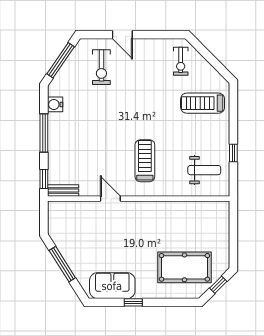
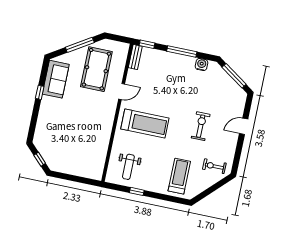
exercise bike: (101, 67) -> (201, 126), moved, turned 90
treadmill: (145, 161) -> (145, 123), width x1.37, depth x1.38
pool table: (184, 267) -> (96, 69), moved

